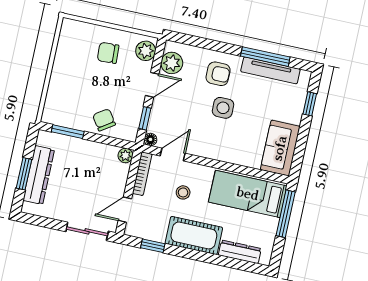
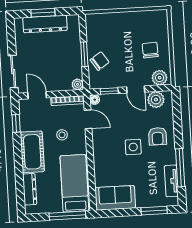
tv unit: (270, 70) -> (171, 181), width x0.71
window: (310, 104) -> (154, 211), width x1.50
window: (68, 132) -> (84, 54), moved

